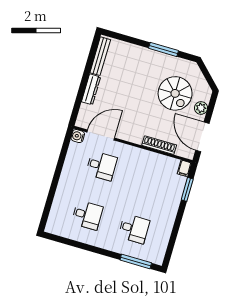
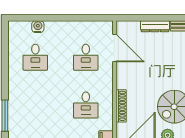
water cooler: (78, 136) -> (38, 27), moved
desk: (134, 229) -> (86, 105), moved

